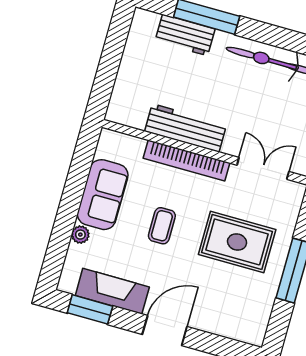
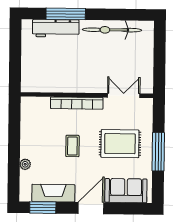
workbench: (185, 35) -> (56, 28), width x1.38
workbench: (186, 128) -> (71, 84), removed
sofa: (103, 195) -> (126, 191), moved, turned -90

